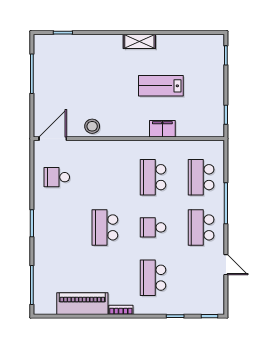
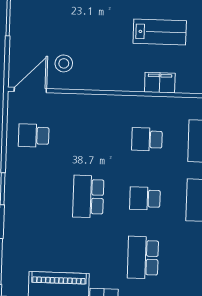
lab bench: (161, 86) -> (160, 32), turned 180
stool: (92, 126) -> (64, 63), moved
school desk: (153, 177) -> (147, 139), width x0.54

